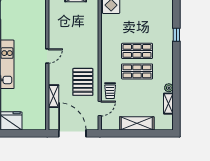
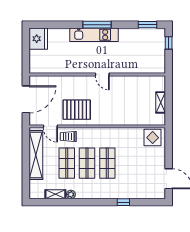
shop shelf: (137, 92) -> (67, 163), added
shelving: (53, 96) -> (63, 81), removed
shelving: (137, 123) -> (36, 155), width x1.47

